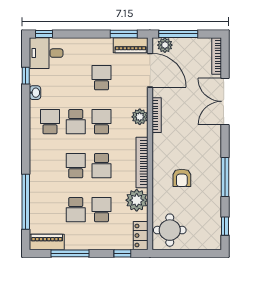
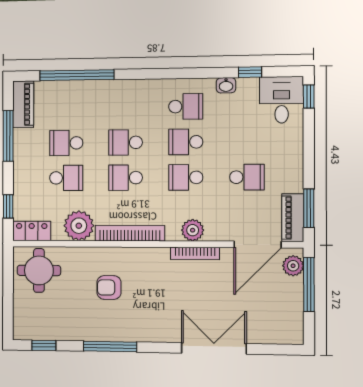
bookcase: (217, 56) -> (278, 338), removed
school desk: (101, 122) -> (186, 177), turned 180
school desk: (76, 166) -> (126, 142), turned 180

